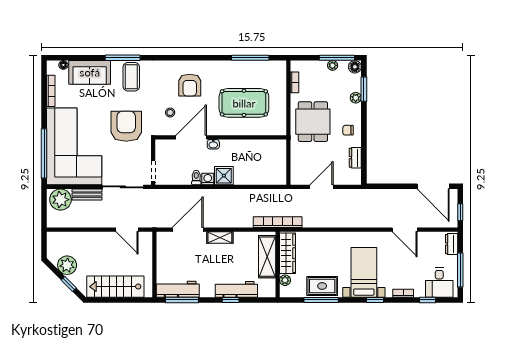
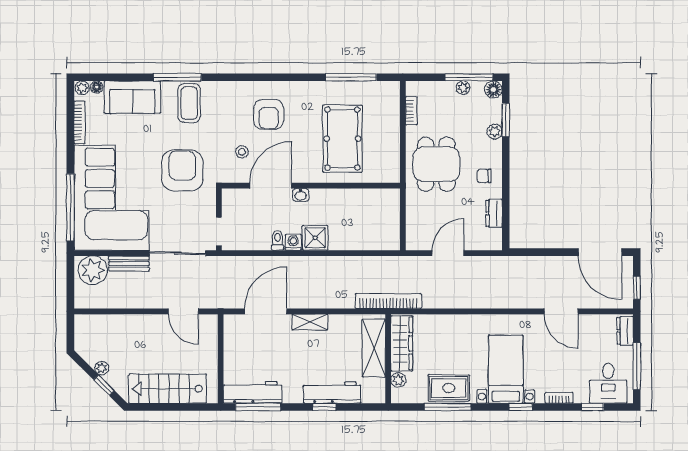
plant: (53, 66) -> (82, 88), added
pool table: (244, 103) -> (342, 139), turned 90
plant: (67, 265) -> (102, 368), width x0.53, depth x0.53

